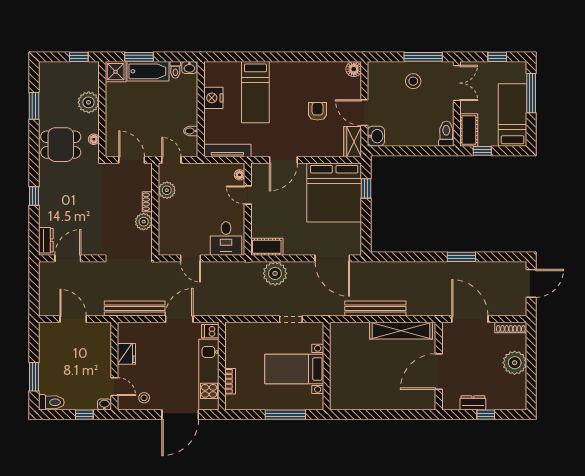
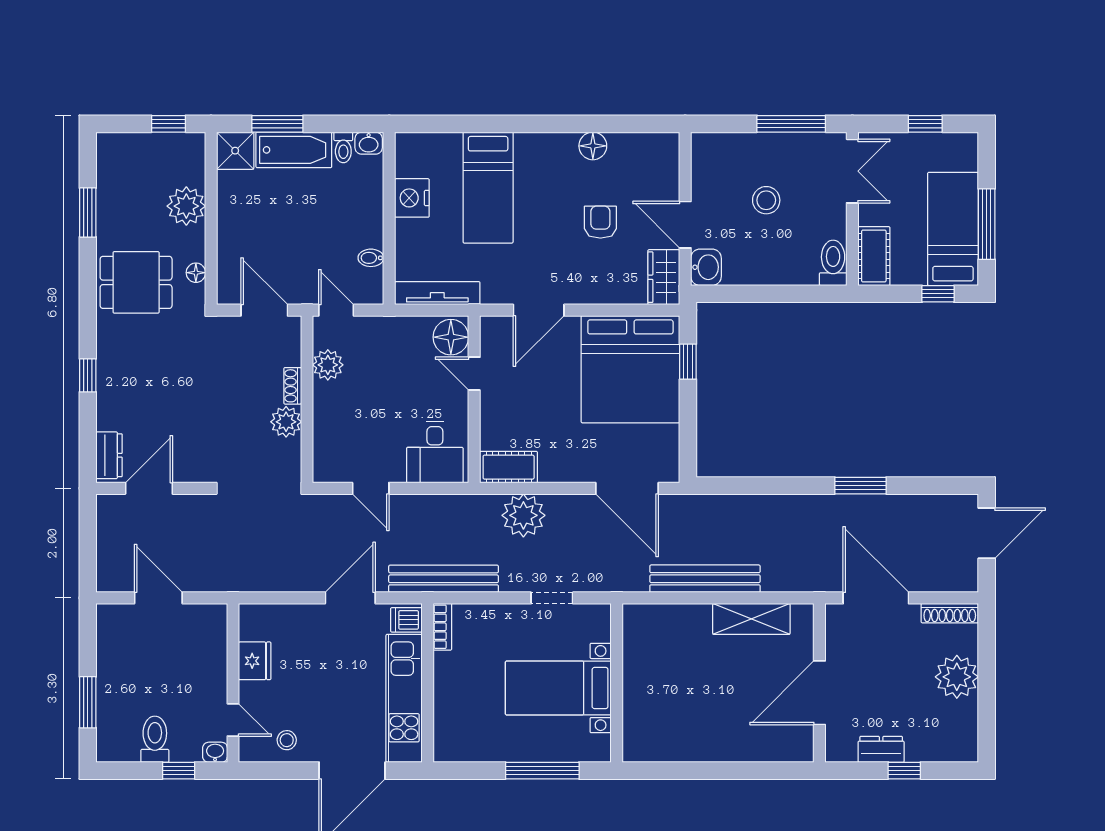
floor lamp: (354, 69) -> (593, 146), moved
stool: (413, 81) -> (766, 200), moved
window: (531, 93) -> (987, 224), moved
window: (482, 151) -> (938, 294), moved
floor lamp: (239, 175) -> (451, 337), width x1.89, depth x1.89
bench: (135, 309) -> (444, 579), moved
shelving: (401, 331) -> (751, 619), width x0.68
bookcase: (230, 381) -> (442, 627), moved
toilet: (51, 402) -> (155, 739), moved, turned -90

